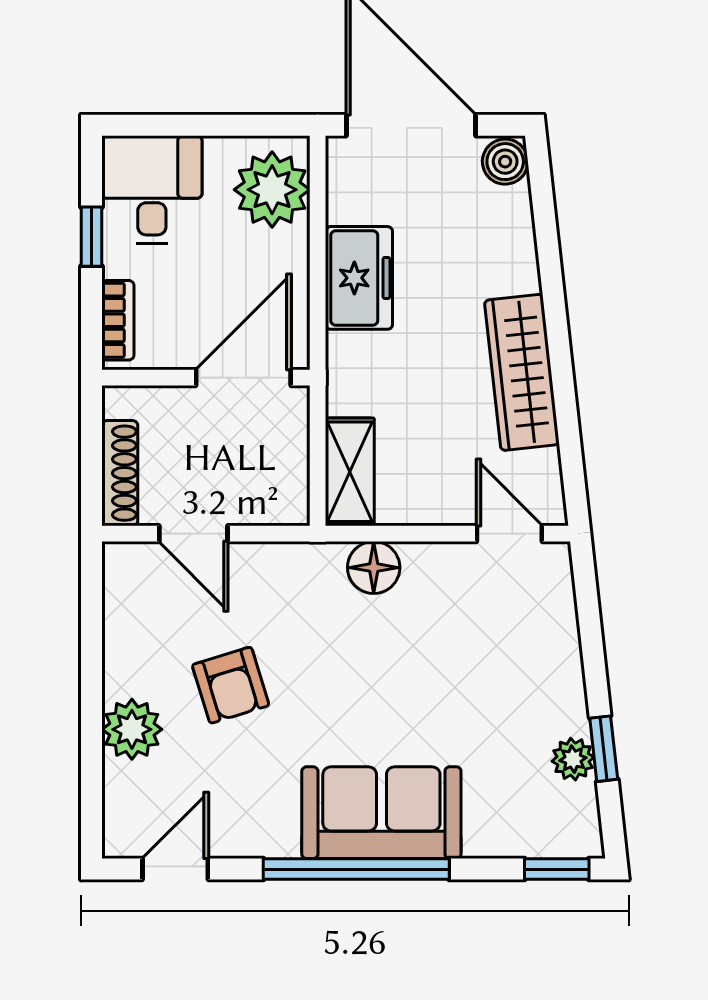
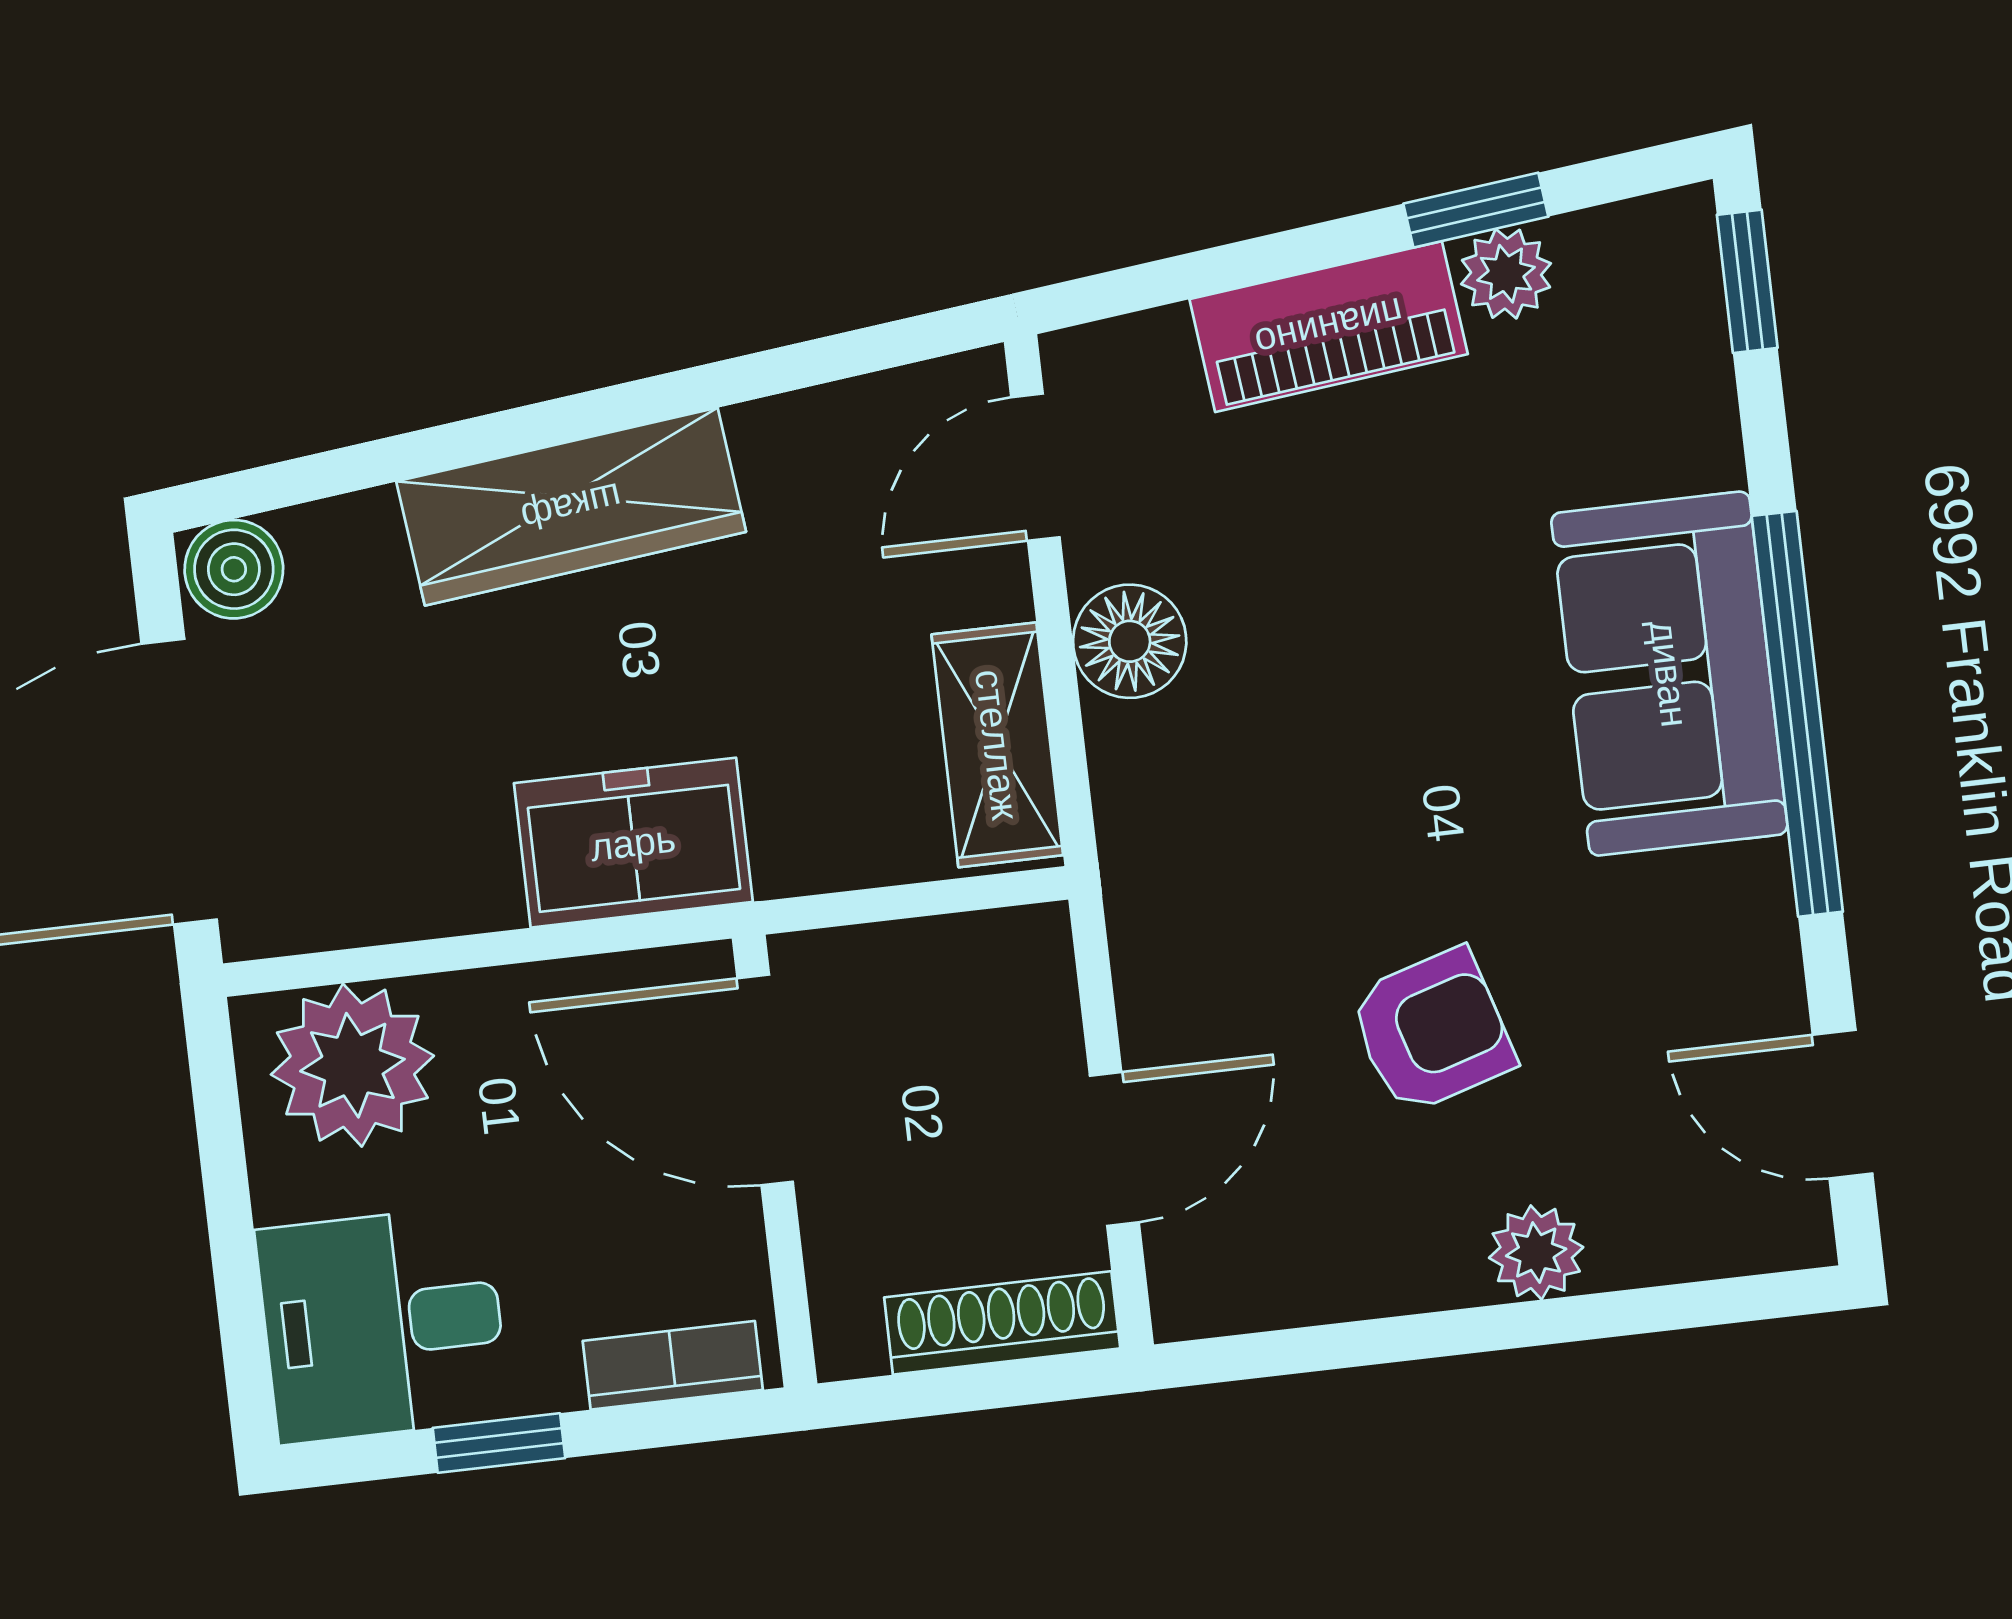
freezer: (359, 278) -> (633, 843), moved
wardrobe: (522, 372) -> (571, 507), moved
shelving: (350, 472) -> (997, 745), moved, turned 90
floor lamp: (374, 568) -> (1130, 641), moved
piano: (558, 675) -> (1329, 327), added
plant: (132, 729) -> (1536, 1252), width x0.73, depth x0.73

